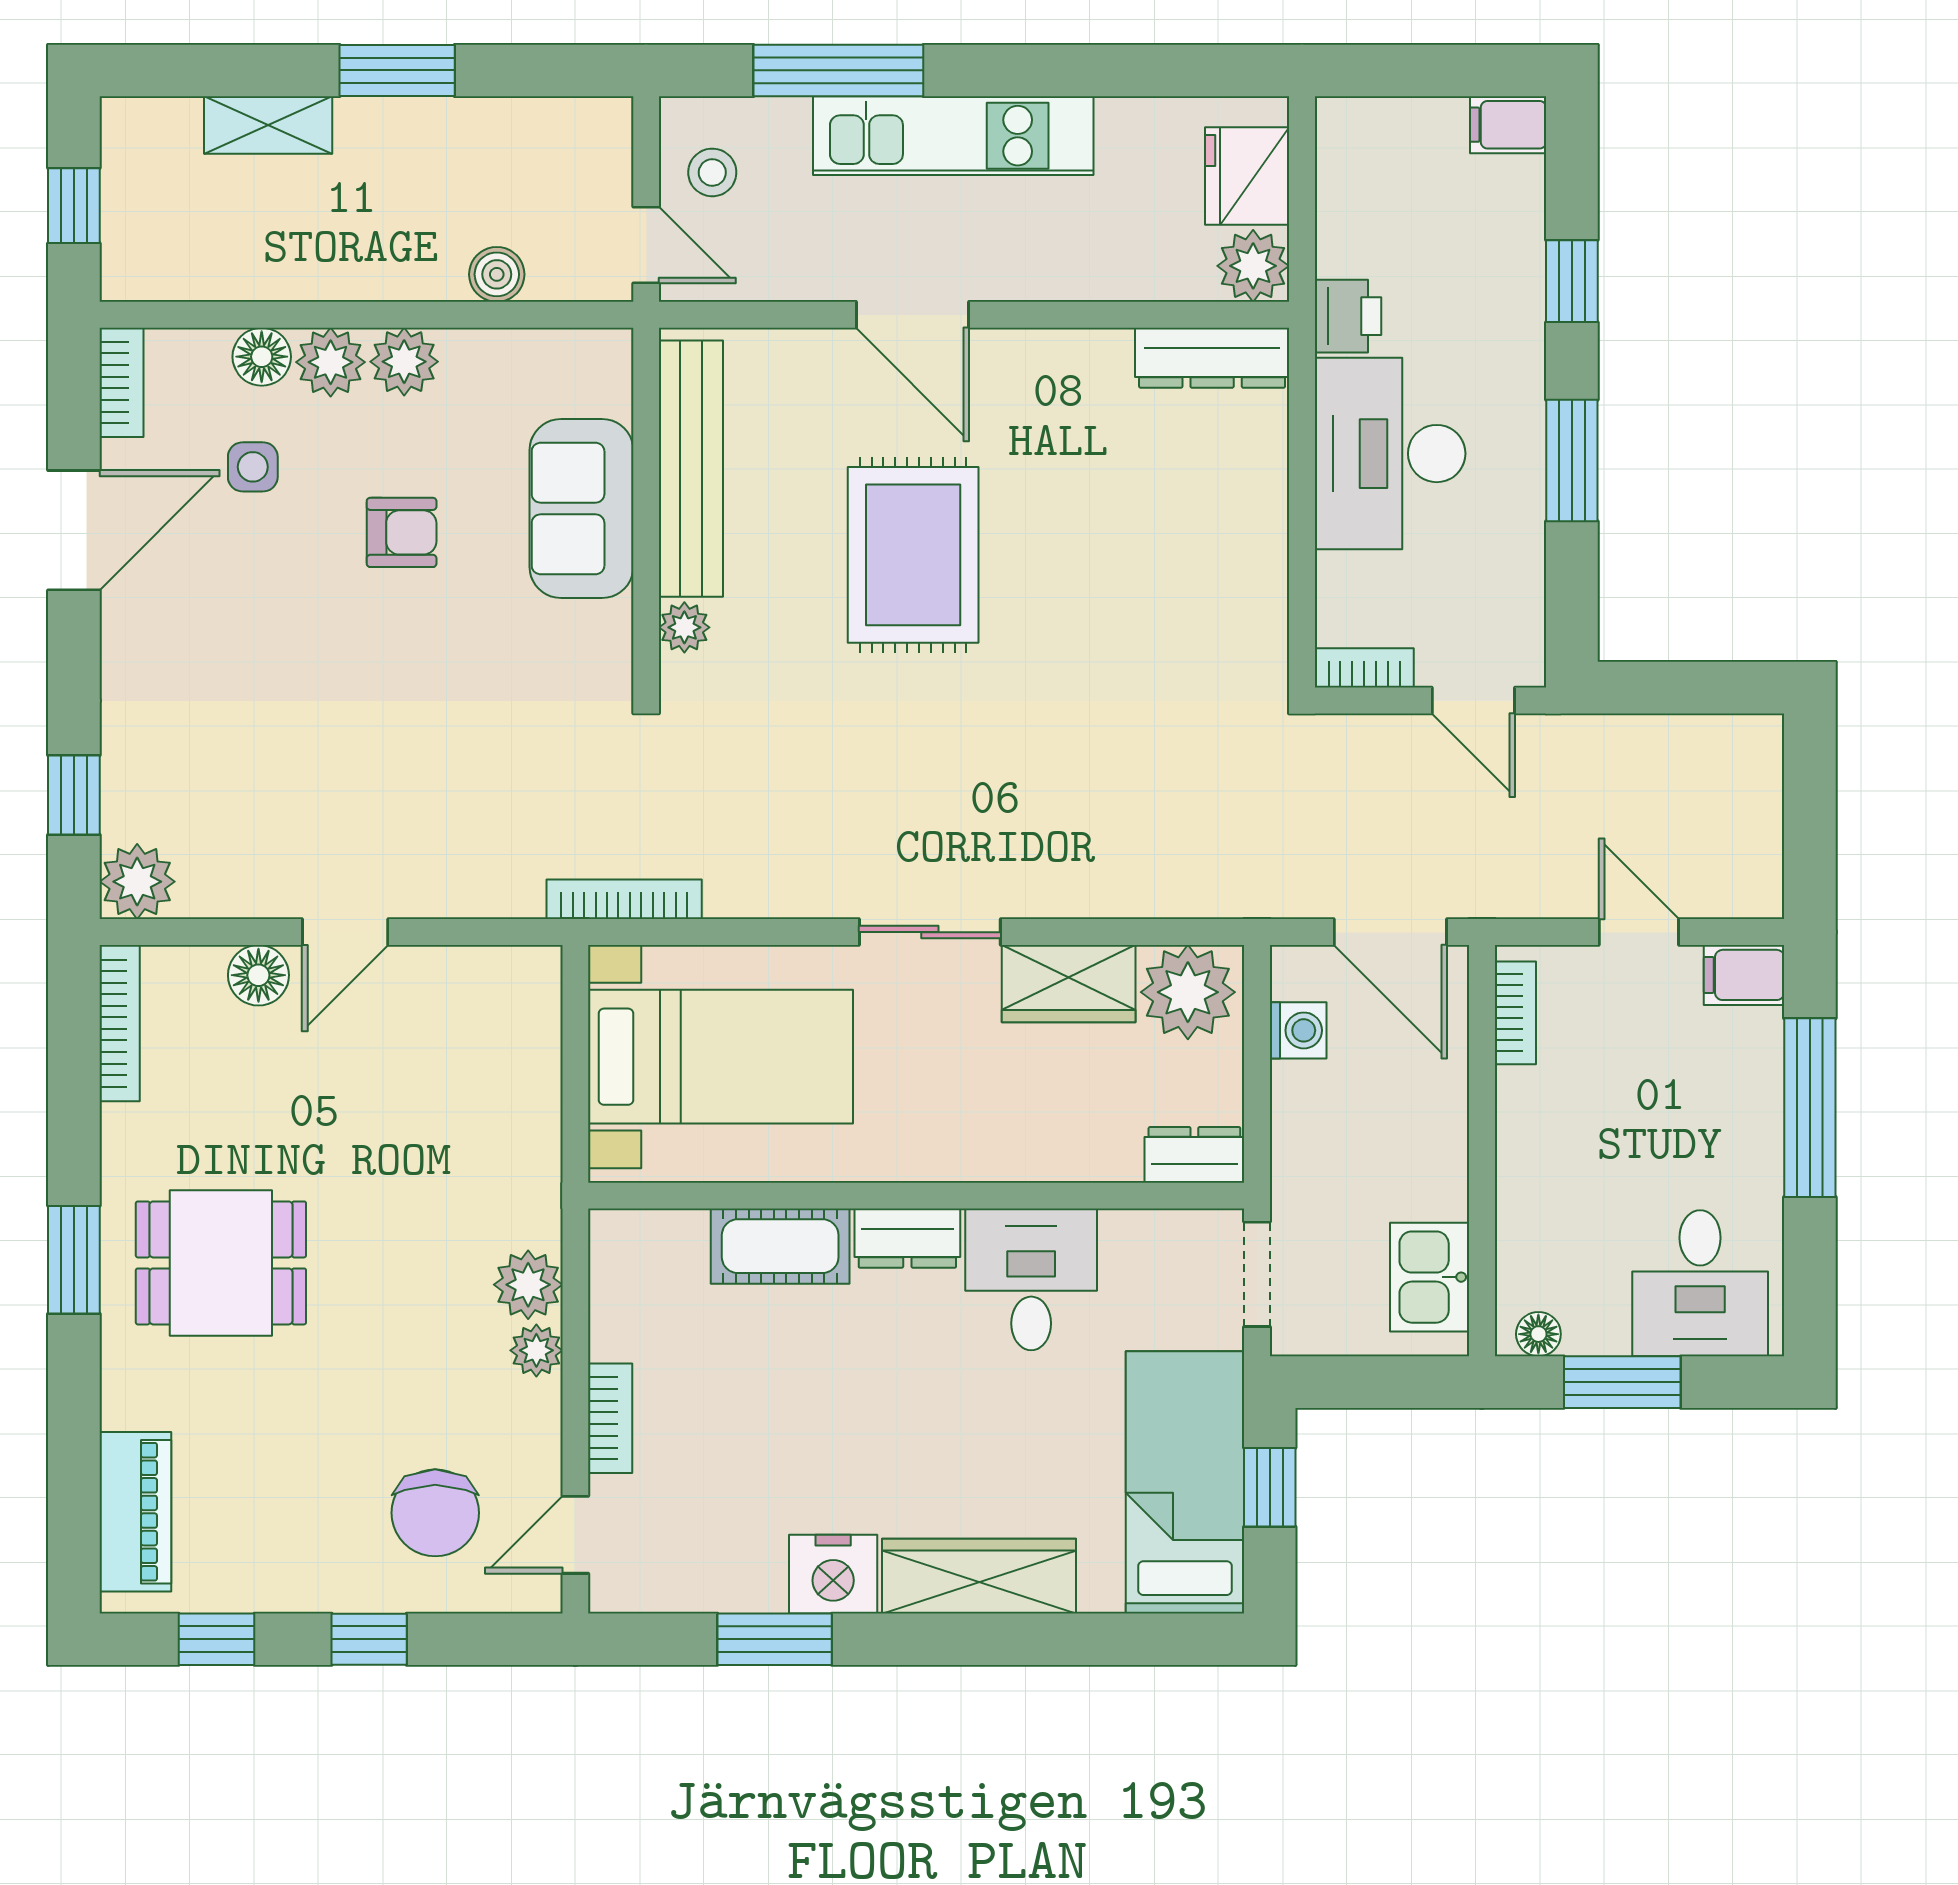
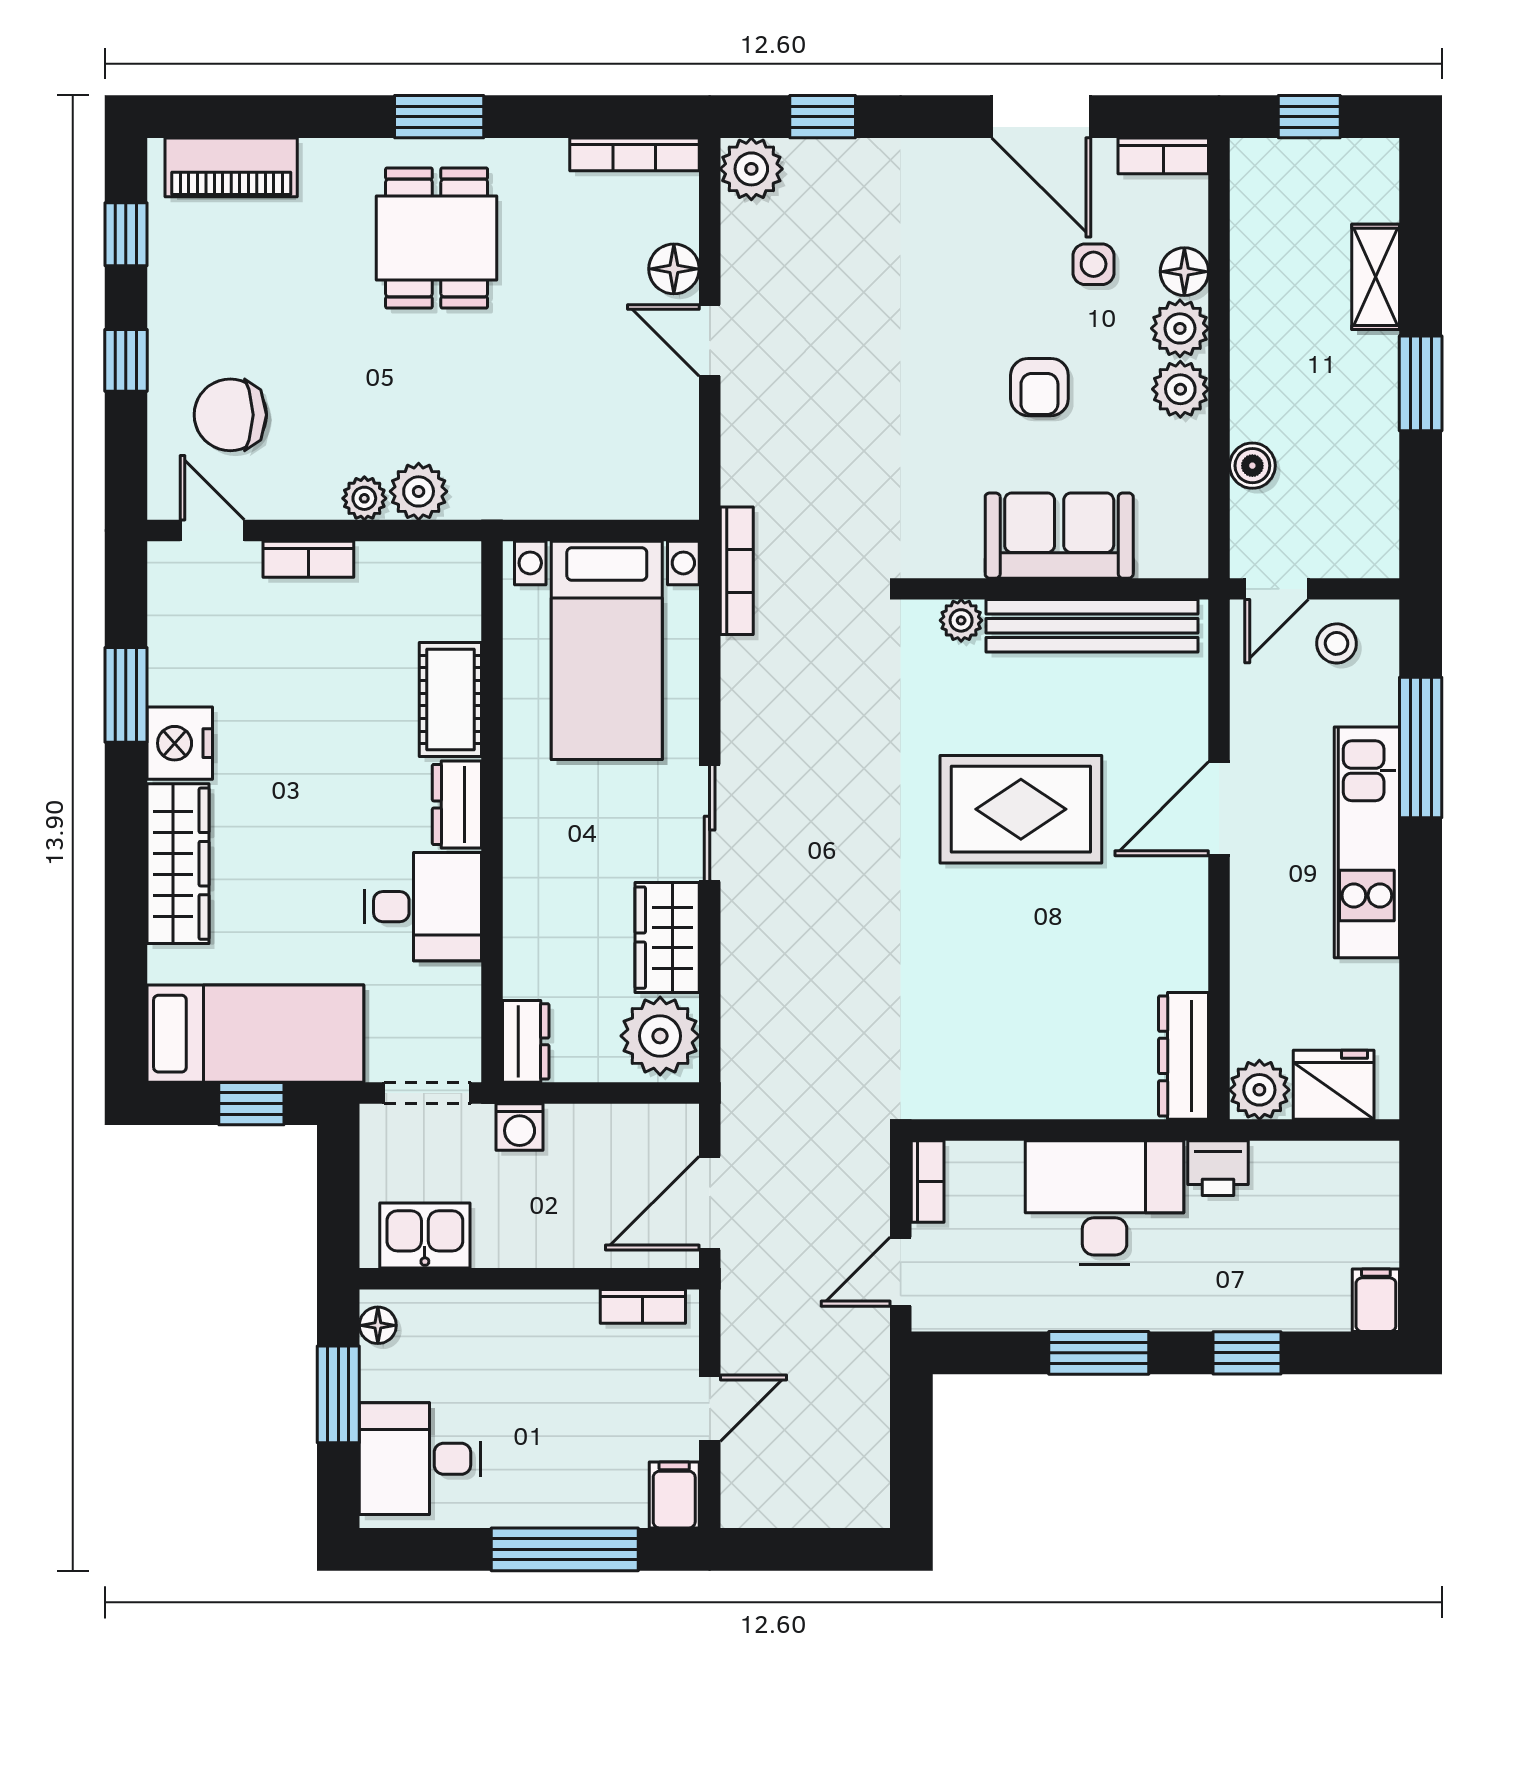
washing machine: (1298, 1030) -> (520, 1127), moved

